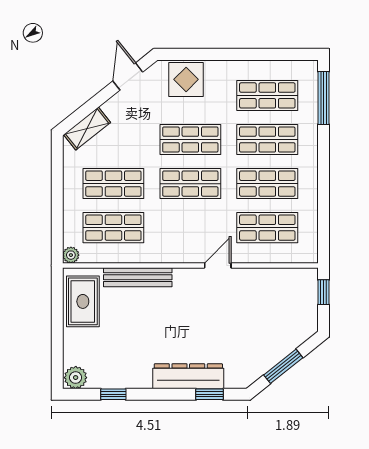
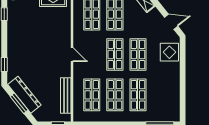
shop shelf: (267, 95) -> (161, 95), removed
door: (218, 265) -> (72, 55), moved
bench: (138, 277) -> (66, 95), moved
dresser: (188, 376) -> (24, 95), moved, turned -39

